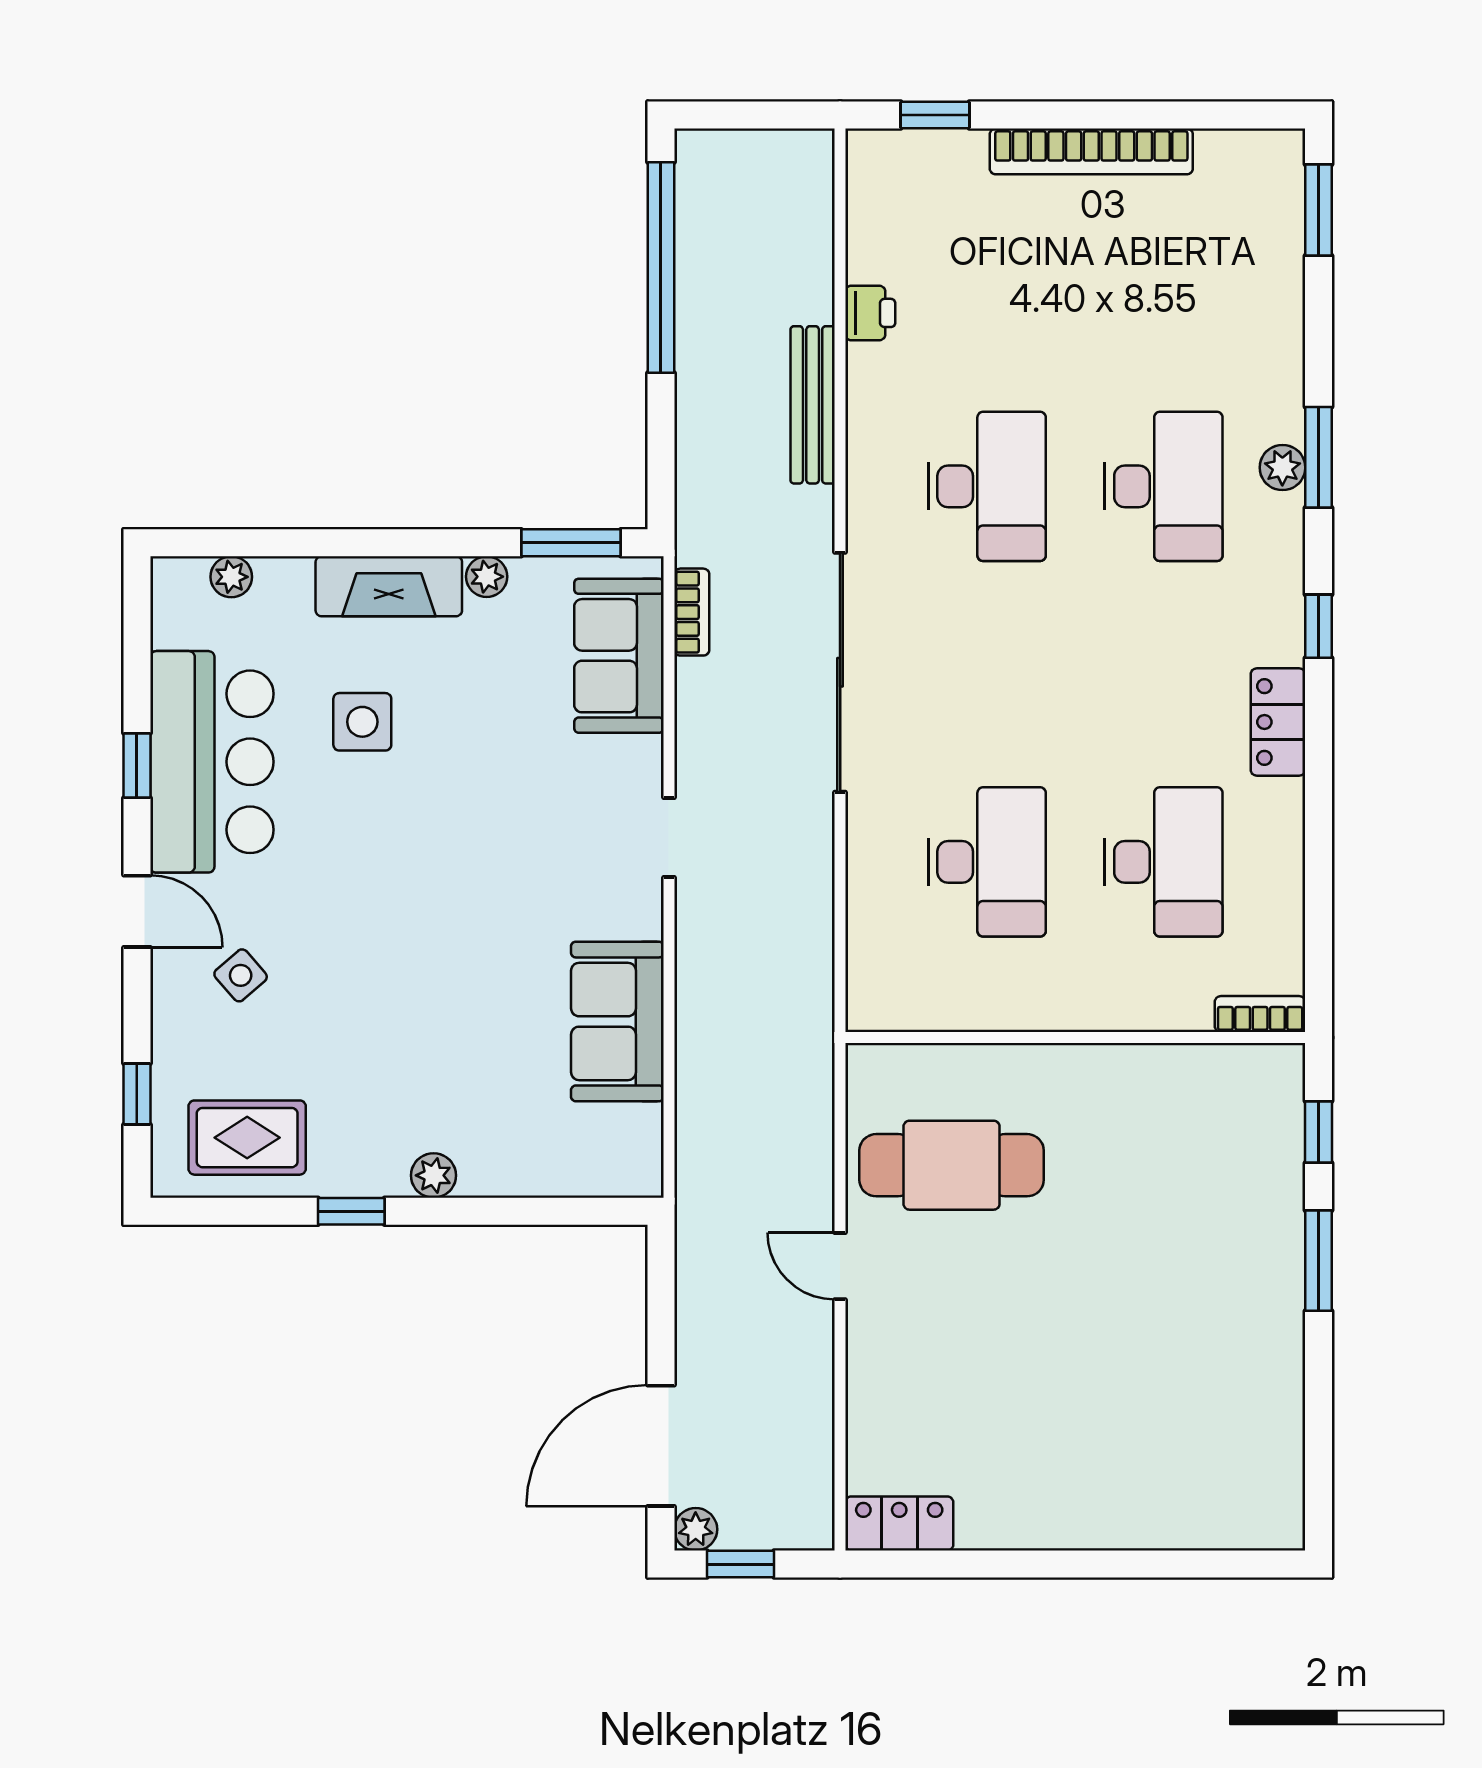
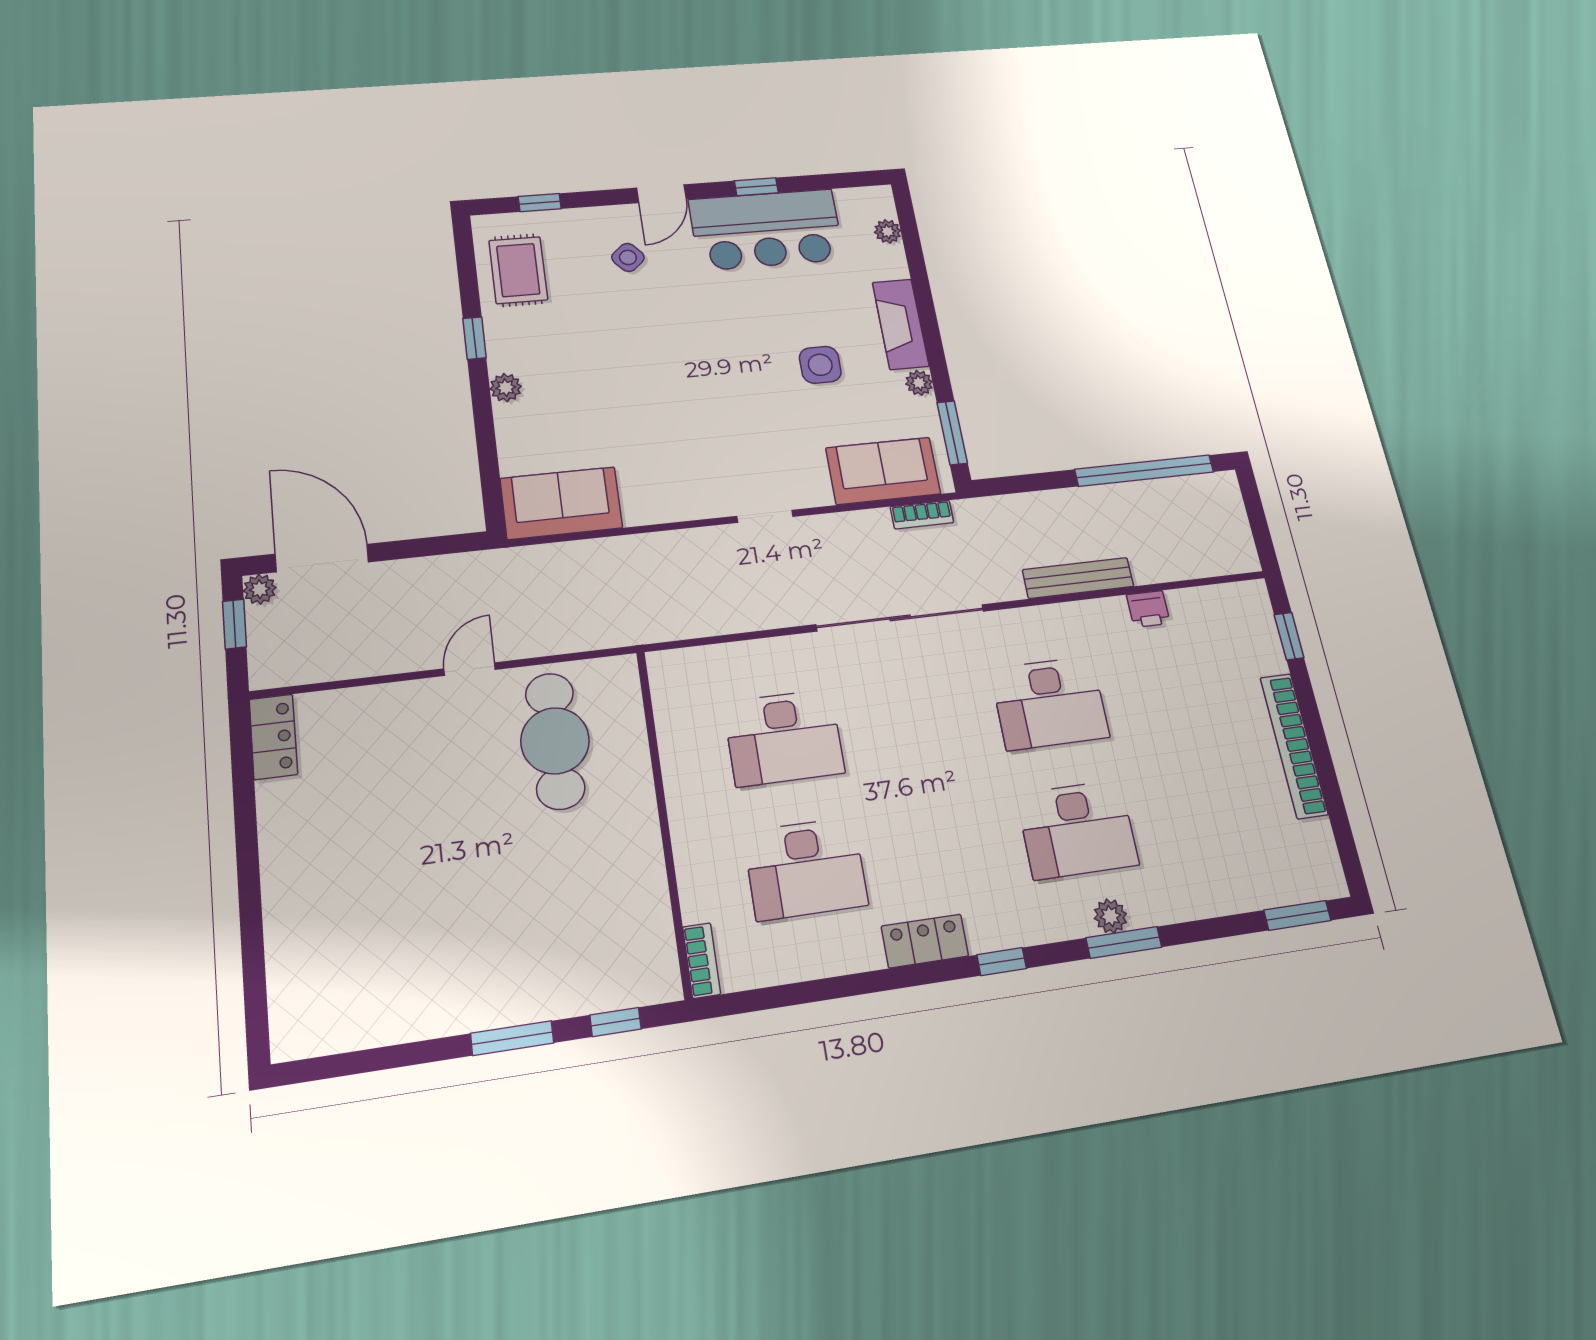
side table: (362, 722) -> (820, 365), moved
sofa: (617, 1021) -> (561, 503), moved

